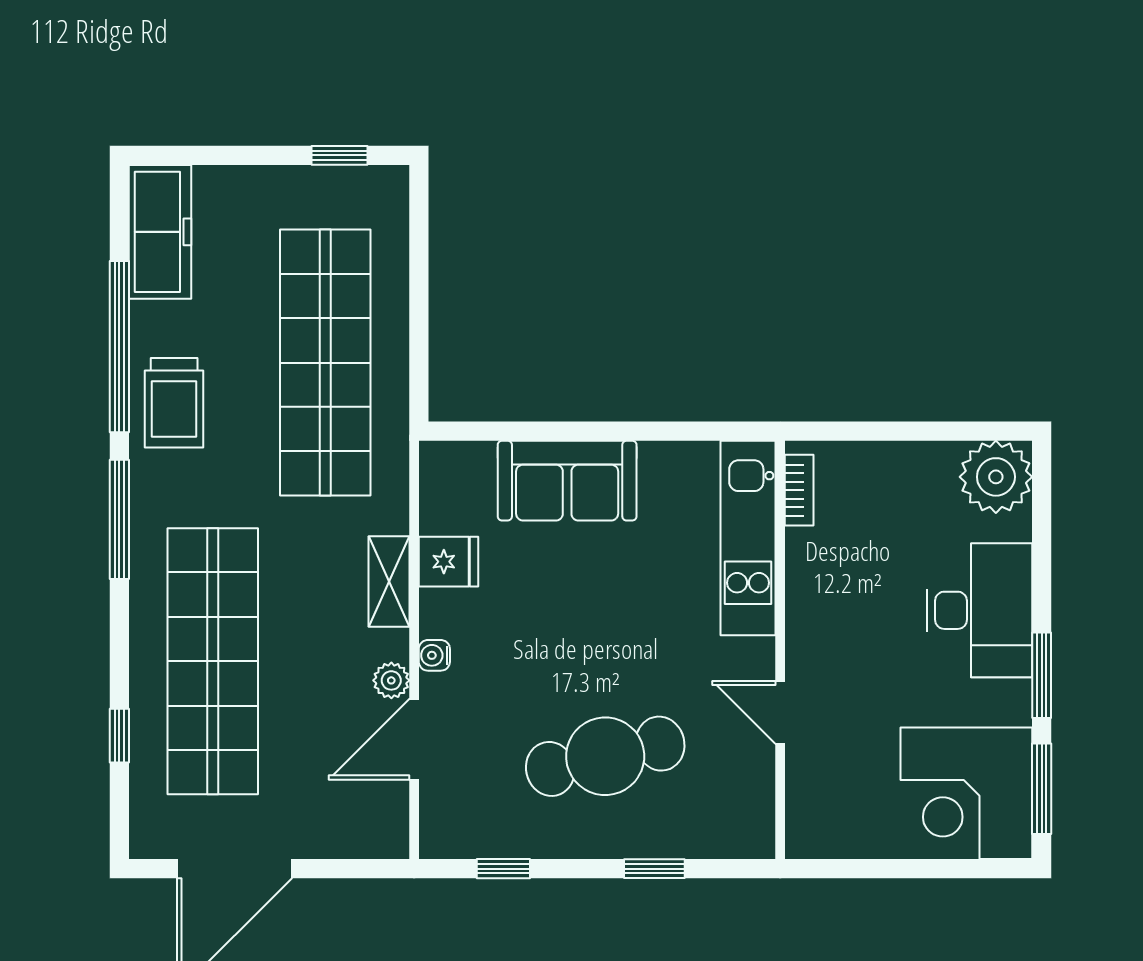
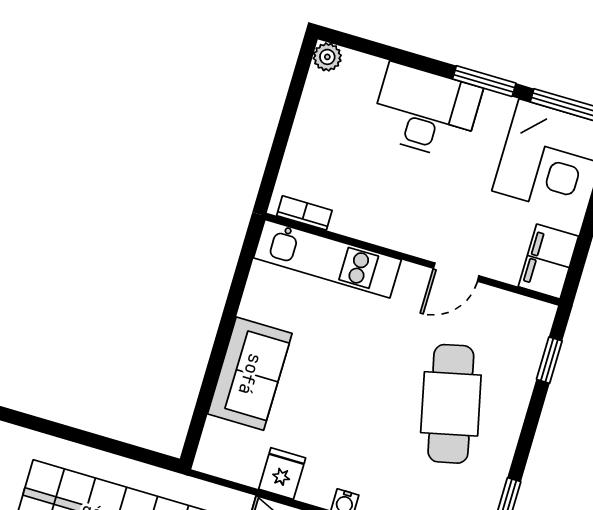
plant: (996, 477) -> (327, 57), width x0.53, depth x0.53
filing cabinet: (830, 829) -> (548, 261), added
window: (654, 869) -> (549, 360), moved

